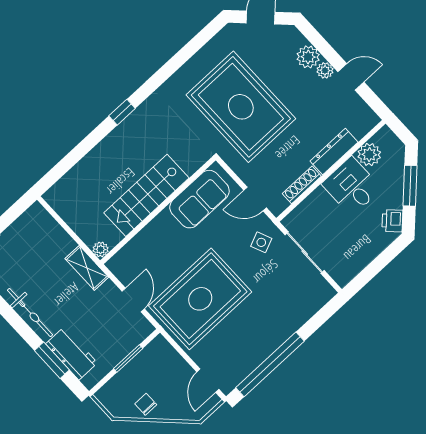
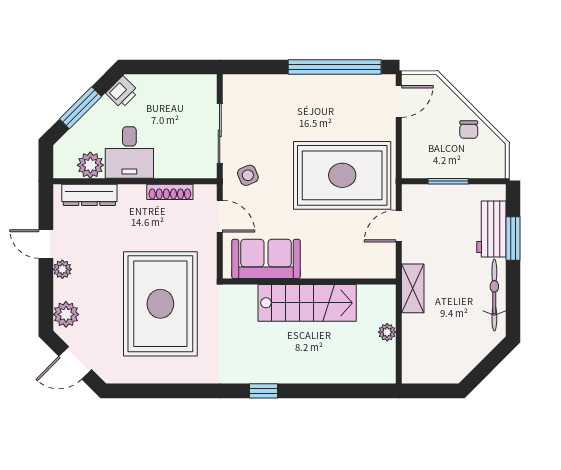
plant: (308, 57) -> (66, 314), moved
dresser: (334, 152) -> (89, 195), moved
plant: (101, 249) -> (387, 332), moved

